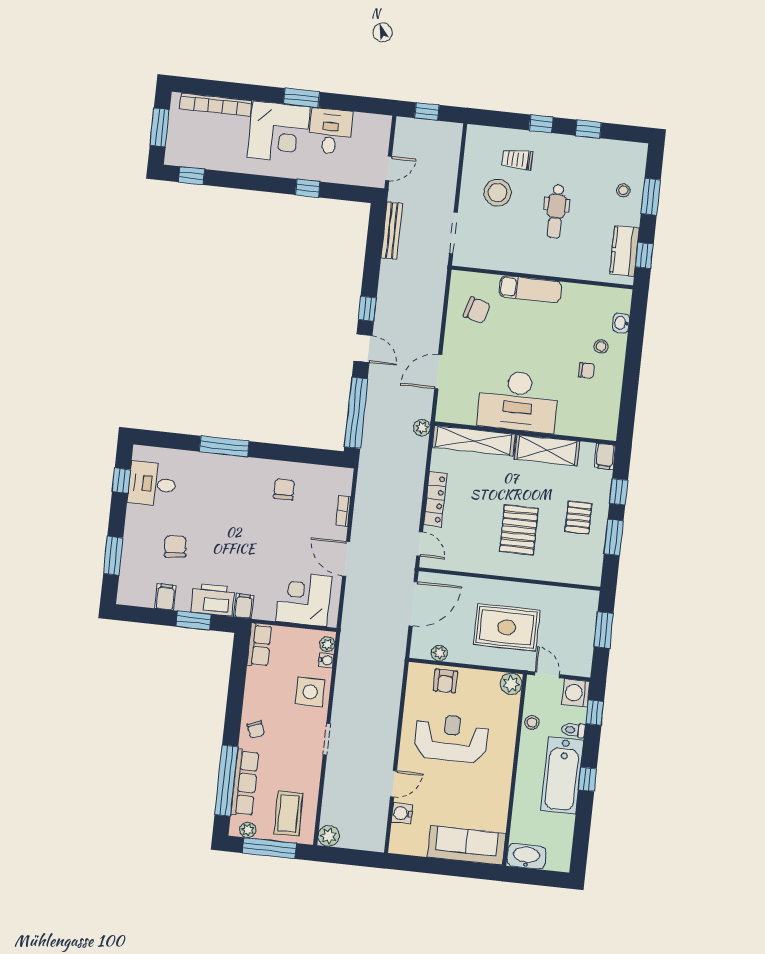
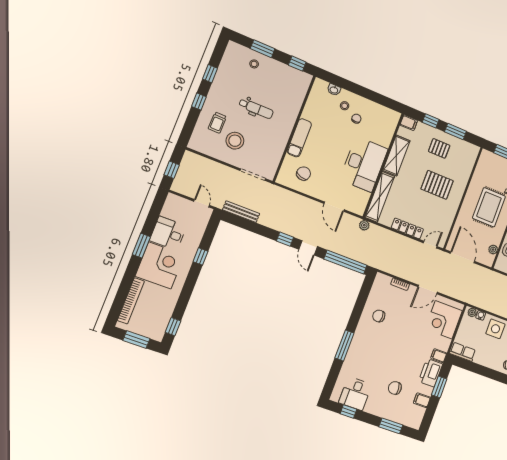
kitchen counter: (624, 251) -> (291, 75), removed
door: (363, 348) -> (308, 248), swing flipped

